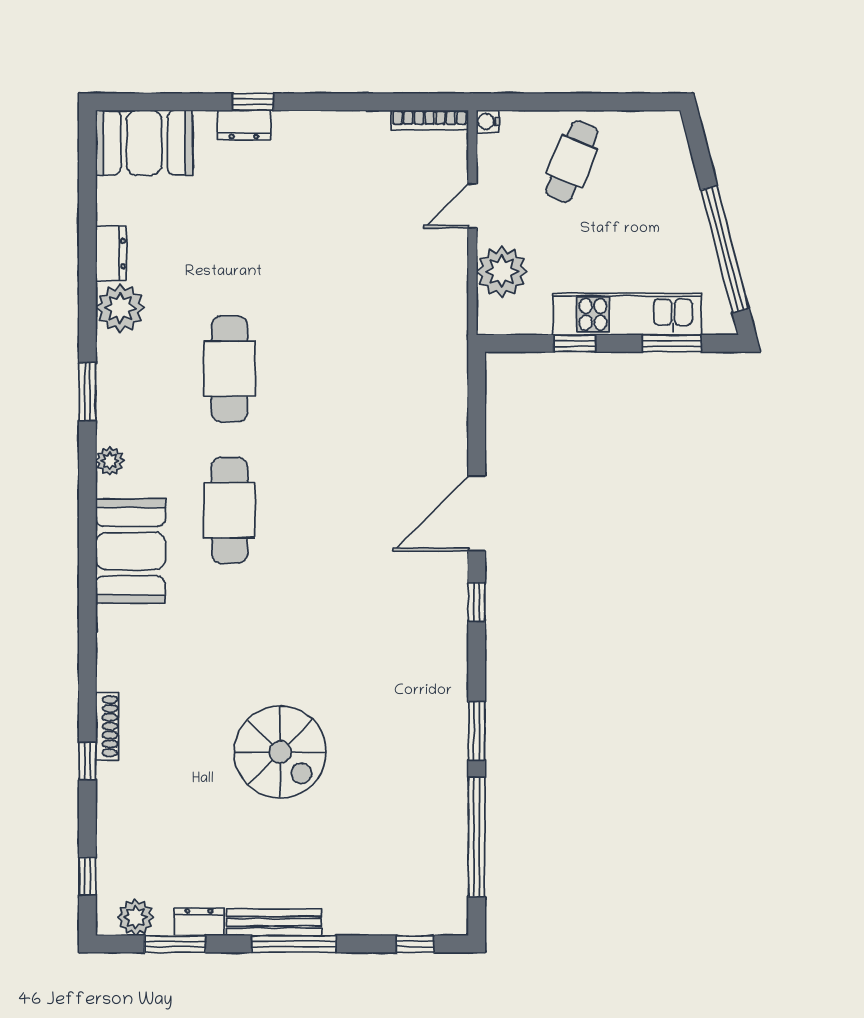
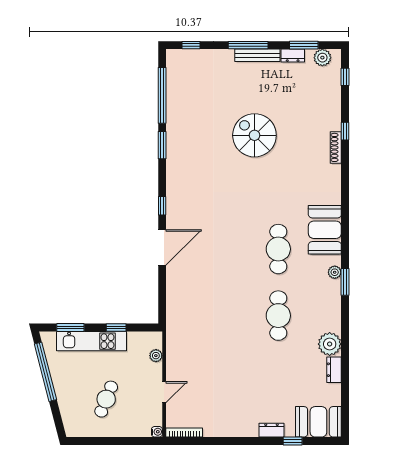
window: (253, 102) -> (293, 441), moved
cafe table: (572, 162) -> (106, 399), moved
plant: (502, 271) -> (156, 356), width x0.53, depth x0.53
window: (87, 392) -> (345, 282), moved

